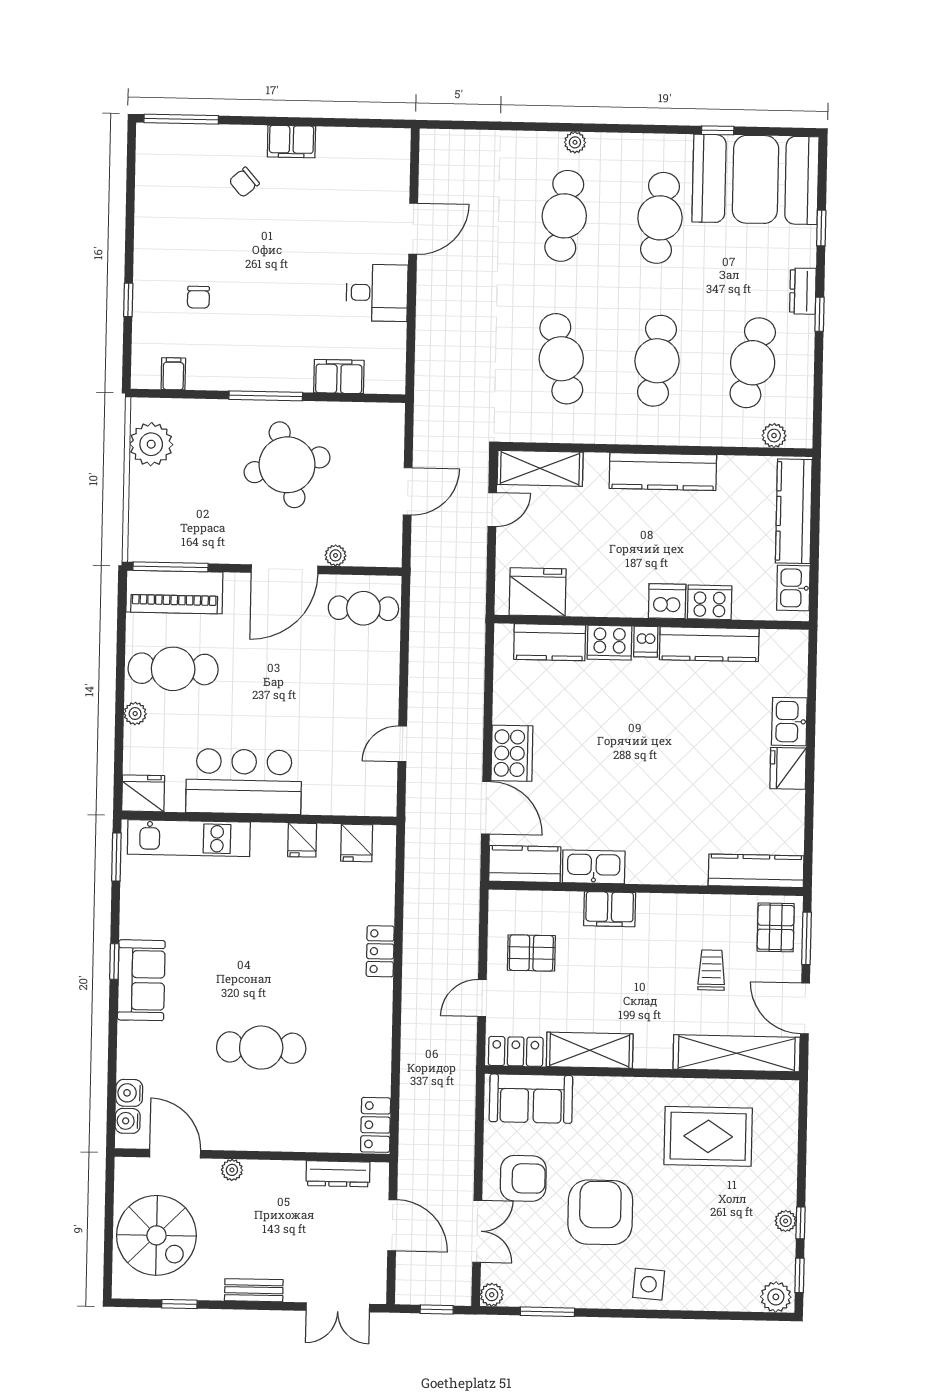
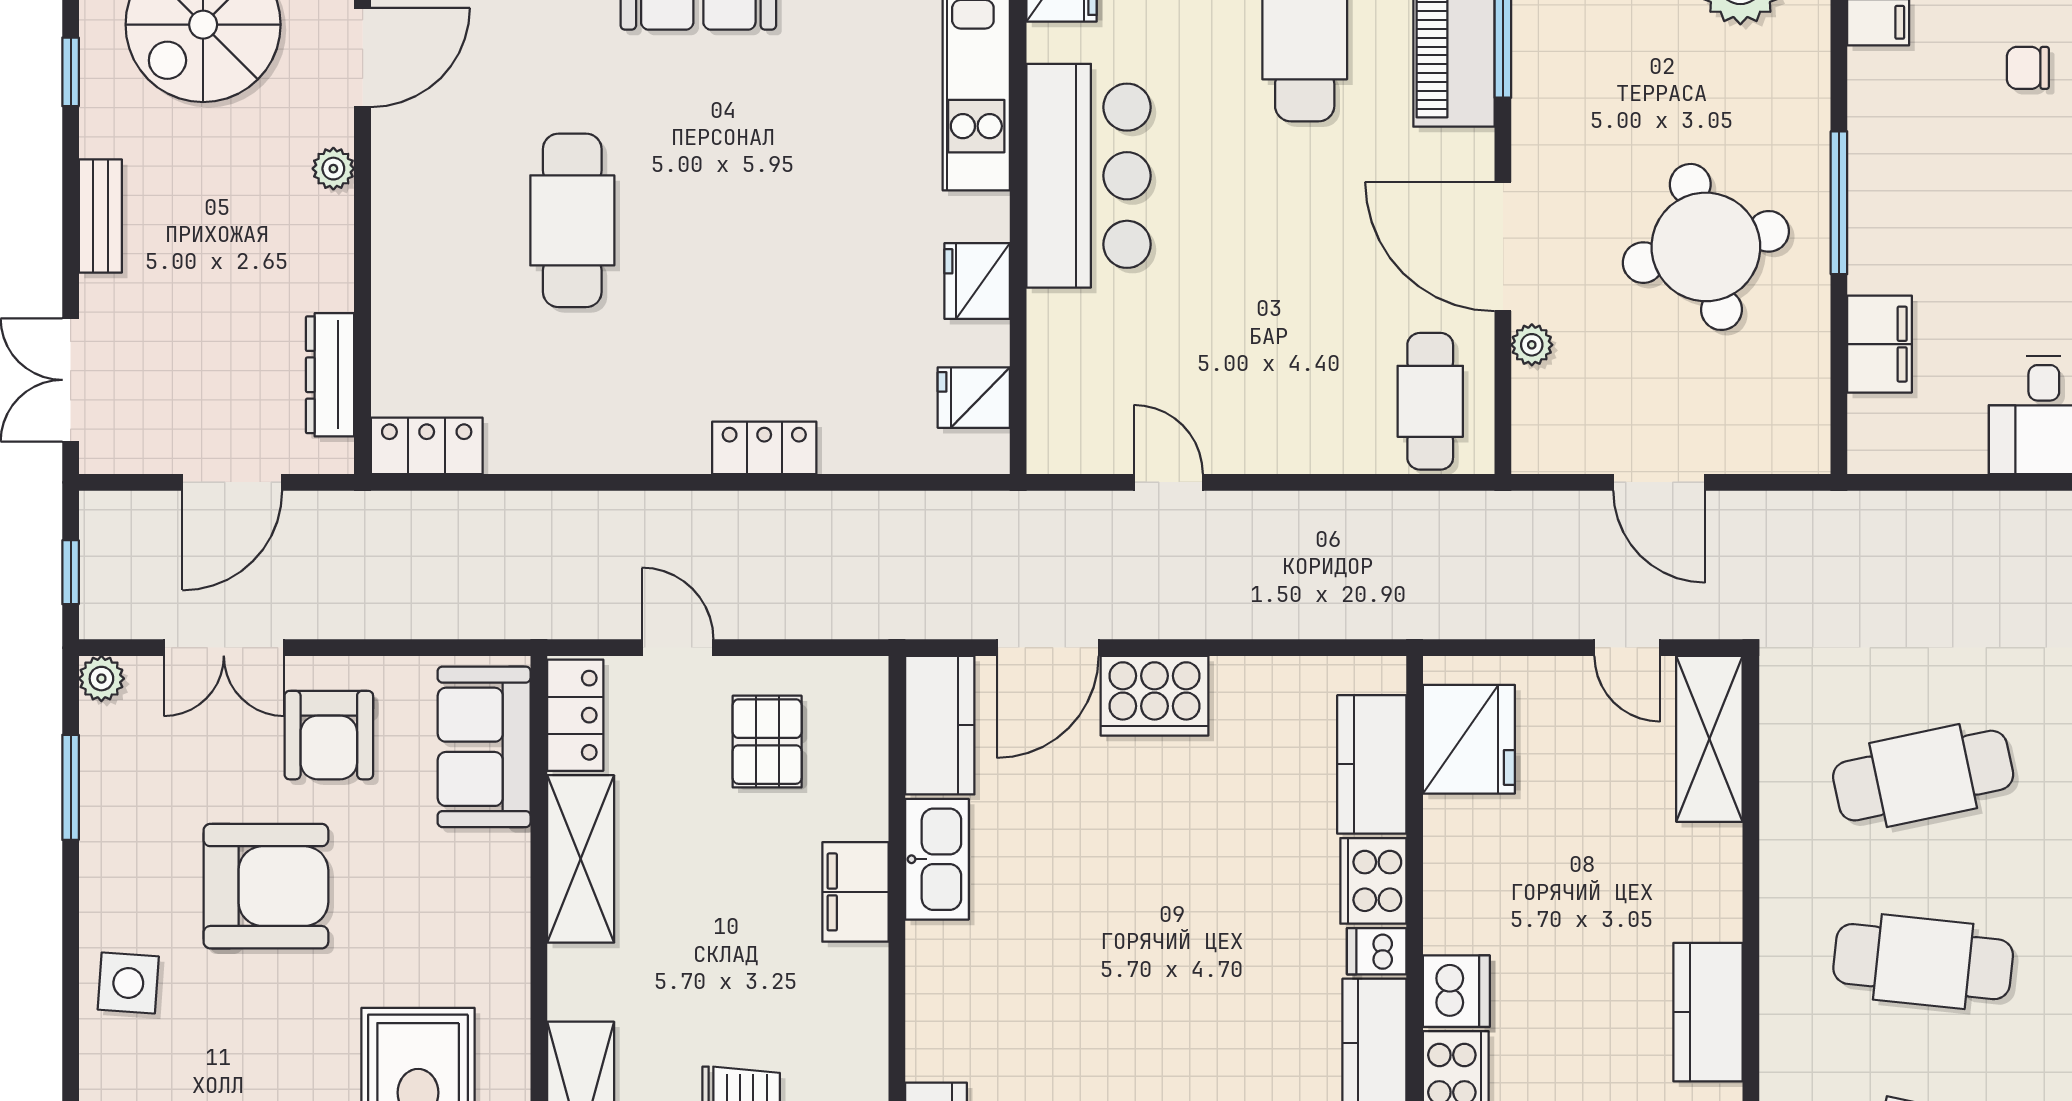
kitchen counter: (663, 472) -> (1708, 1012), width x0.67
fridge: (302, 840) -> (977, 281), width x1.38

